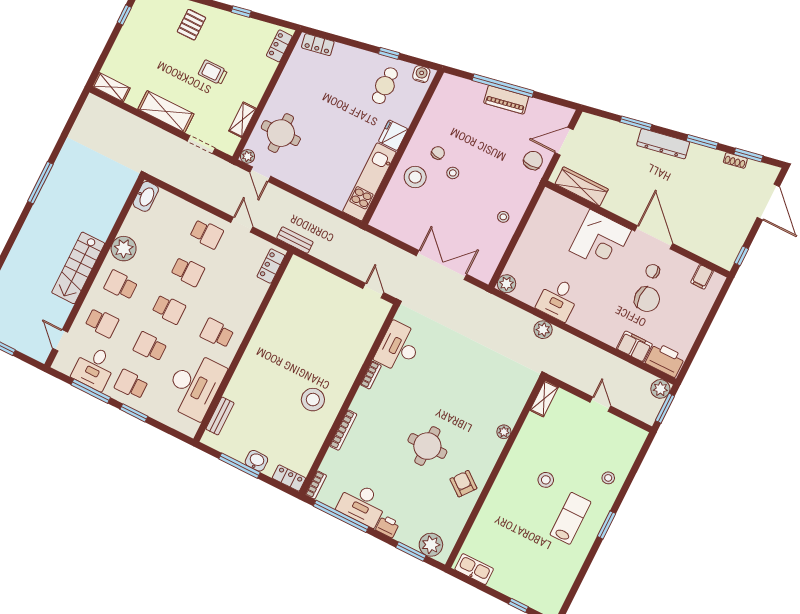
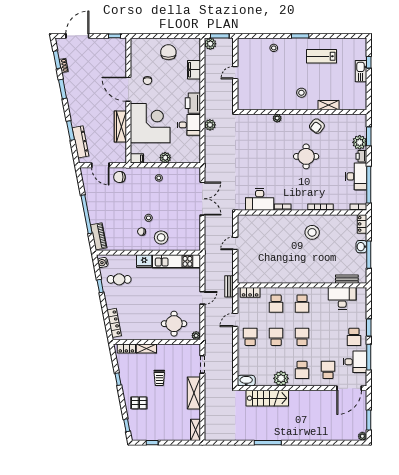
locker: (318, 45) -> (114, 323), width x1.53
piano: (506, 100) -> (99, 236), moved
shelving: (242, 120) -> (146, 349), moved
dresser: (663, 144) -> (80, 142), moved
door: (260, 174) -> (202, 298), moved
wardrobe: (582, 186) -> (120, 126), moved
door: (654, 237) -> (128, 89), hinge flipped
corner desk: (600, 240) -> (150, 123), width x1.36, depth x1.36
double door: (441, 265) -> (202, 199), swing flipped
stairs: (78, 268) -> (267, 398), moved
filing cabinet: (702, 277) -> (137, 158), moved
plant: (507, 284) -> (165, 158), moved
door: (373, 290) -> (235, 243), moved
chair: (647, 299) -> (168, 52), moved
door: (60, 340) -> (349, 388), width x1.88
school desk: (150, 347) -> (276, 304), moved
printer: (665, 360) -> (193, 103), moved
desk: (194, 386) -> (342, 298), width x0.73, depth x0.77
shelving: (544, 399) -> (328, 105), moved
stool: (546, 480) -> (301, 93), moved
lab bench: (571, 518) -> (321, 56), moved
plant: (431, 545) -> (360, 142), moved
kitchen sink: (474, 569) -> (361, 71), moved

